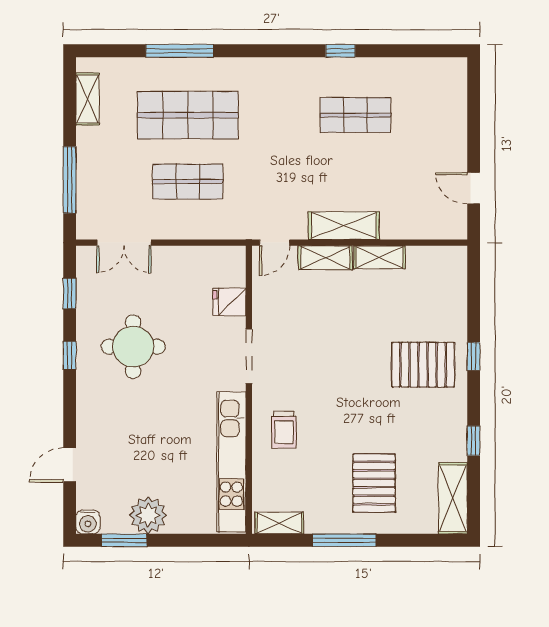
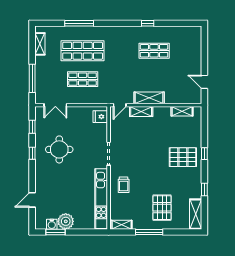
shelving: (380, 257) -> (182, 111), moved
fridge: (229, 302) -> (100, 117), moved
water cooler: (88, 522) -> (52, 224), moved

